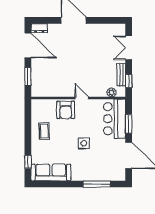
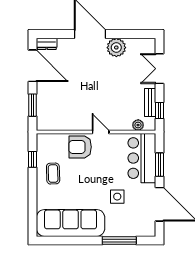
plant: (94, 31) -> (116, 48), added
armchair: (66, 110) -> (80, 147), turned 90
side table: (84, 143) -> (117, 197), moved
window: (28, 162) -> (32, 159), moved
sofa: (51, 172) -> (71, 223), width x1.36, depth x1.27

